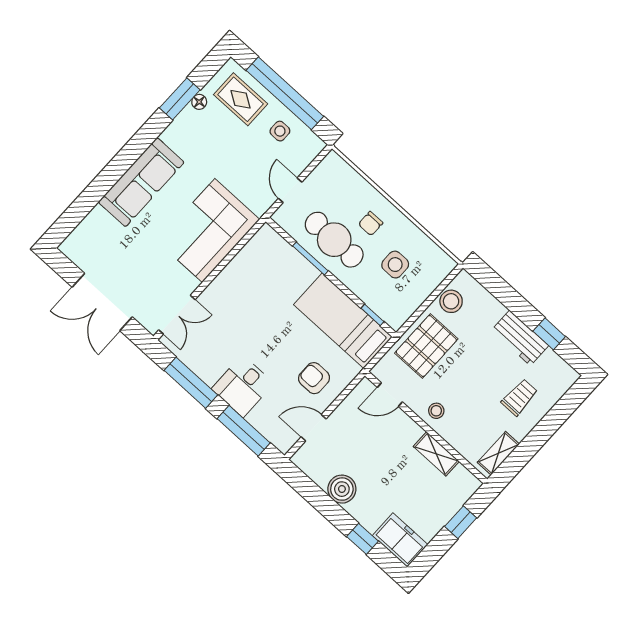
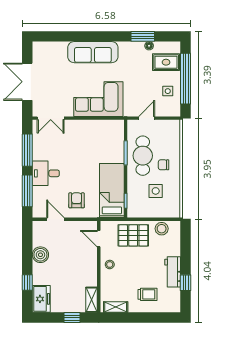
rug: (241, 99) -> (166, 62), turned 90
shelving: (436, 454) -> (92, 300), moved

